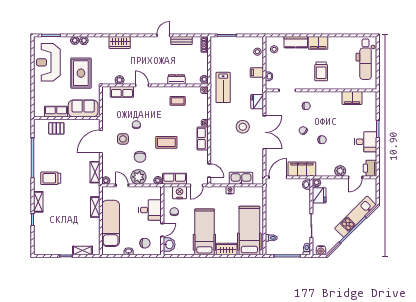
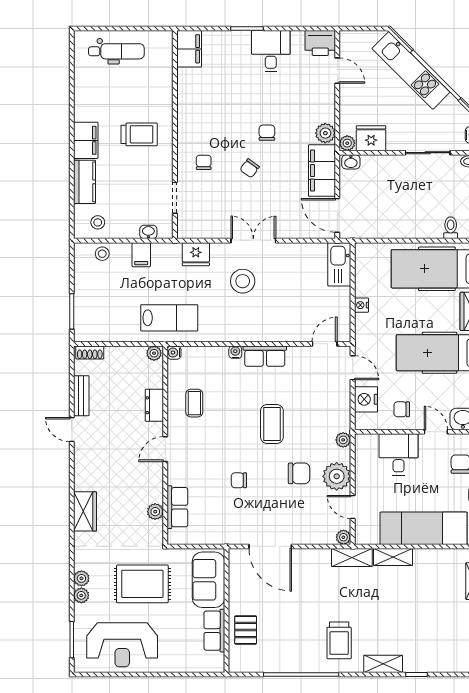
dental chair: (366, 59) -> (116, 51), width x0.73, depth x0.72
door: (142, 85) -> (165, 449), moved
filing cabinet: (352, 98) -> (189, 49), moved
double door: (264, 132) -> (253, 241), width x0.73
side table: (123, 139) -> (265, 505), removed
plant: (340, 171) -> (325, 133), moved
shelving: (95, 172) -> (352, 557), moved
kitchen sink: (241, 178) -> (339, 264), moved
row of seats: (175, 179) -> (340, 409), removed
door: (122, 185) -> (353, 507), hinge flipped

